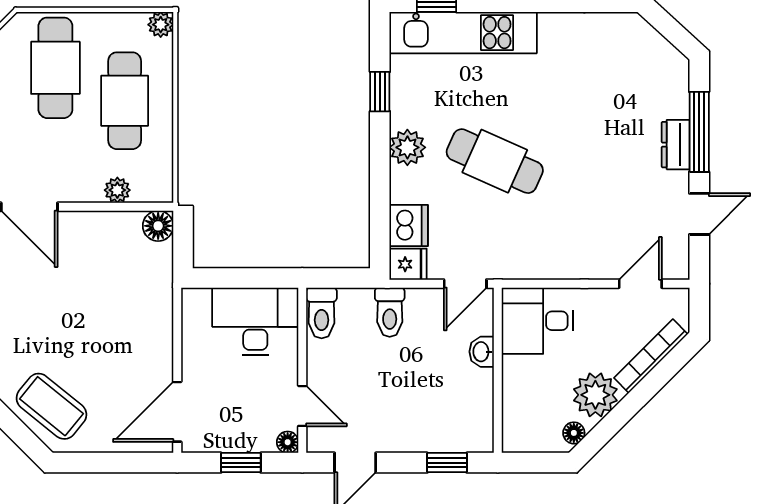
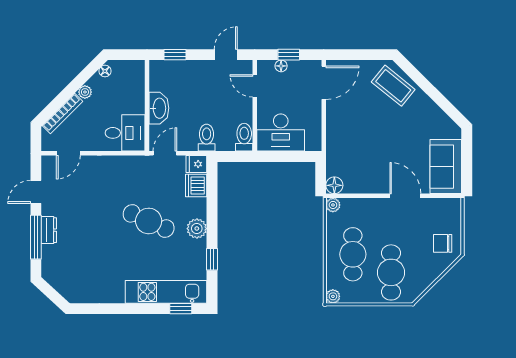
plant: (117, 190) -> (333, 205), moved
washbasin: (482, 352) -> (159, 108), width x1.91, depth x1.45
plant: (595, 395) -> (85, 92), width x0.53, depth x0.53
floor lamp: (288, 442) -> (281, 66), moved

